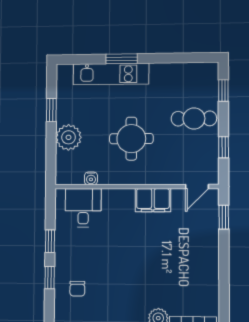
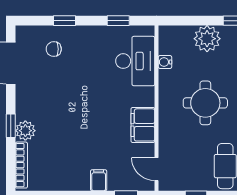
desk: (83, 208) -> (135, 61), width x1.37
window: (50, 241) -> (118, 21), moved
filing cabinet: (208, 245) -> (99, 180), added

